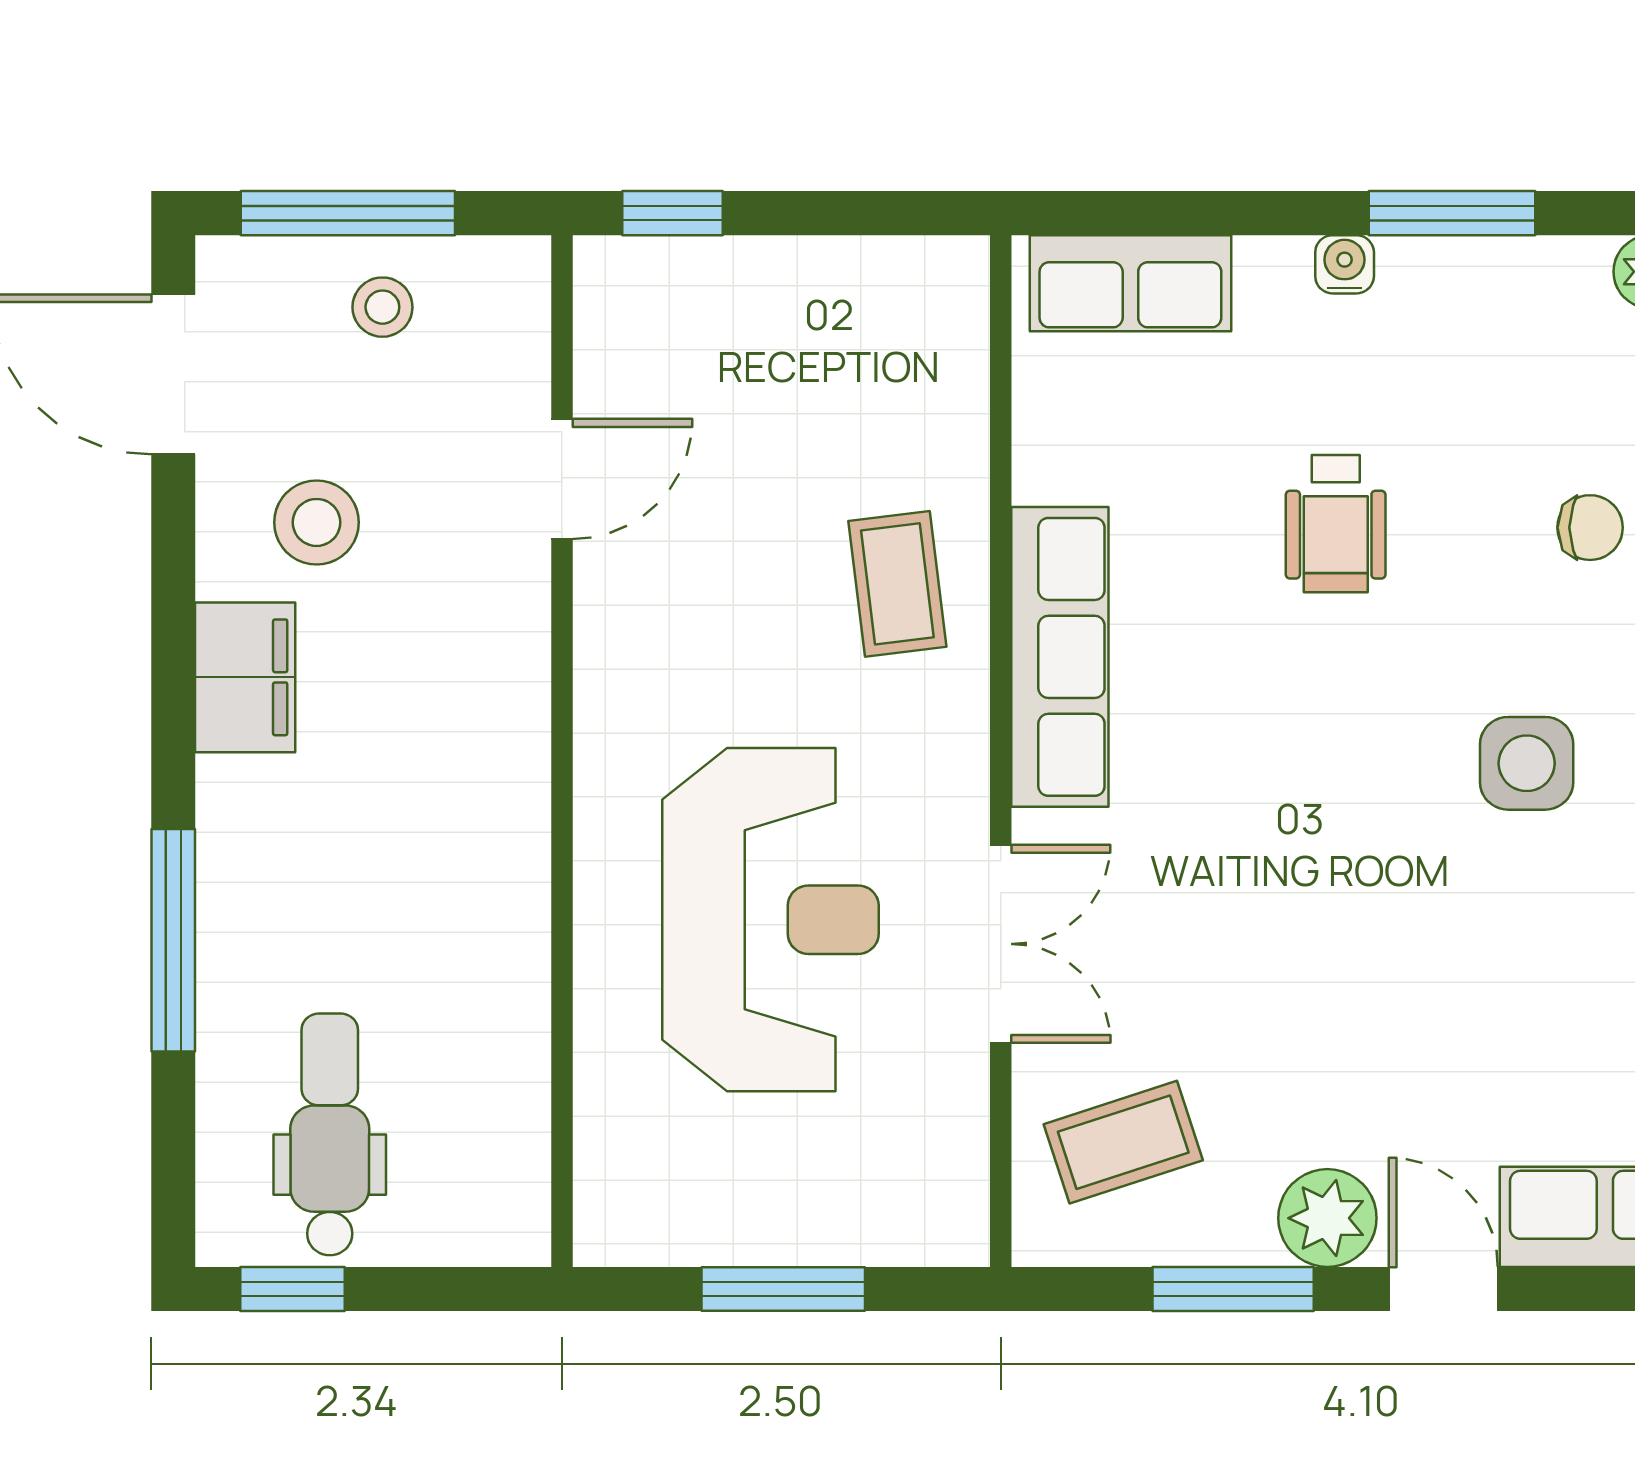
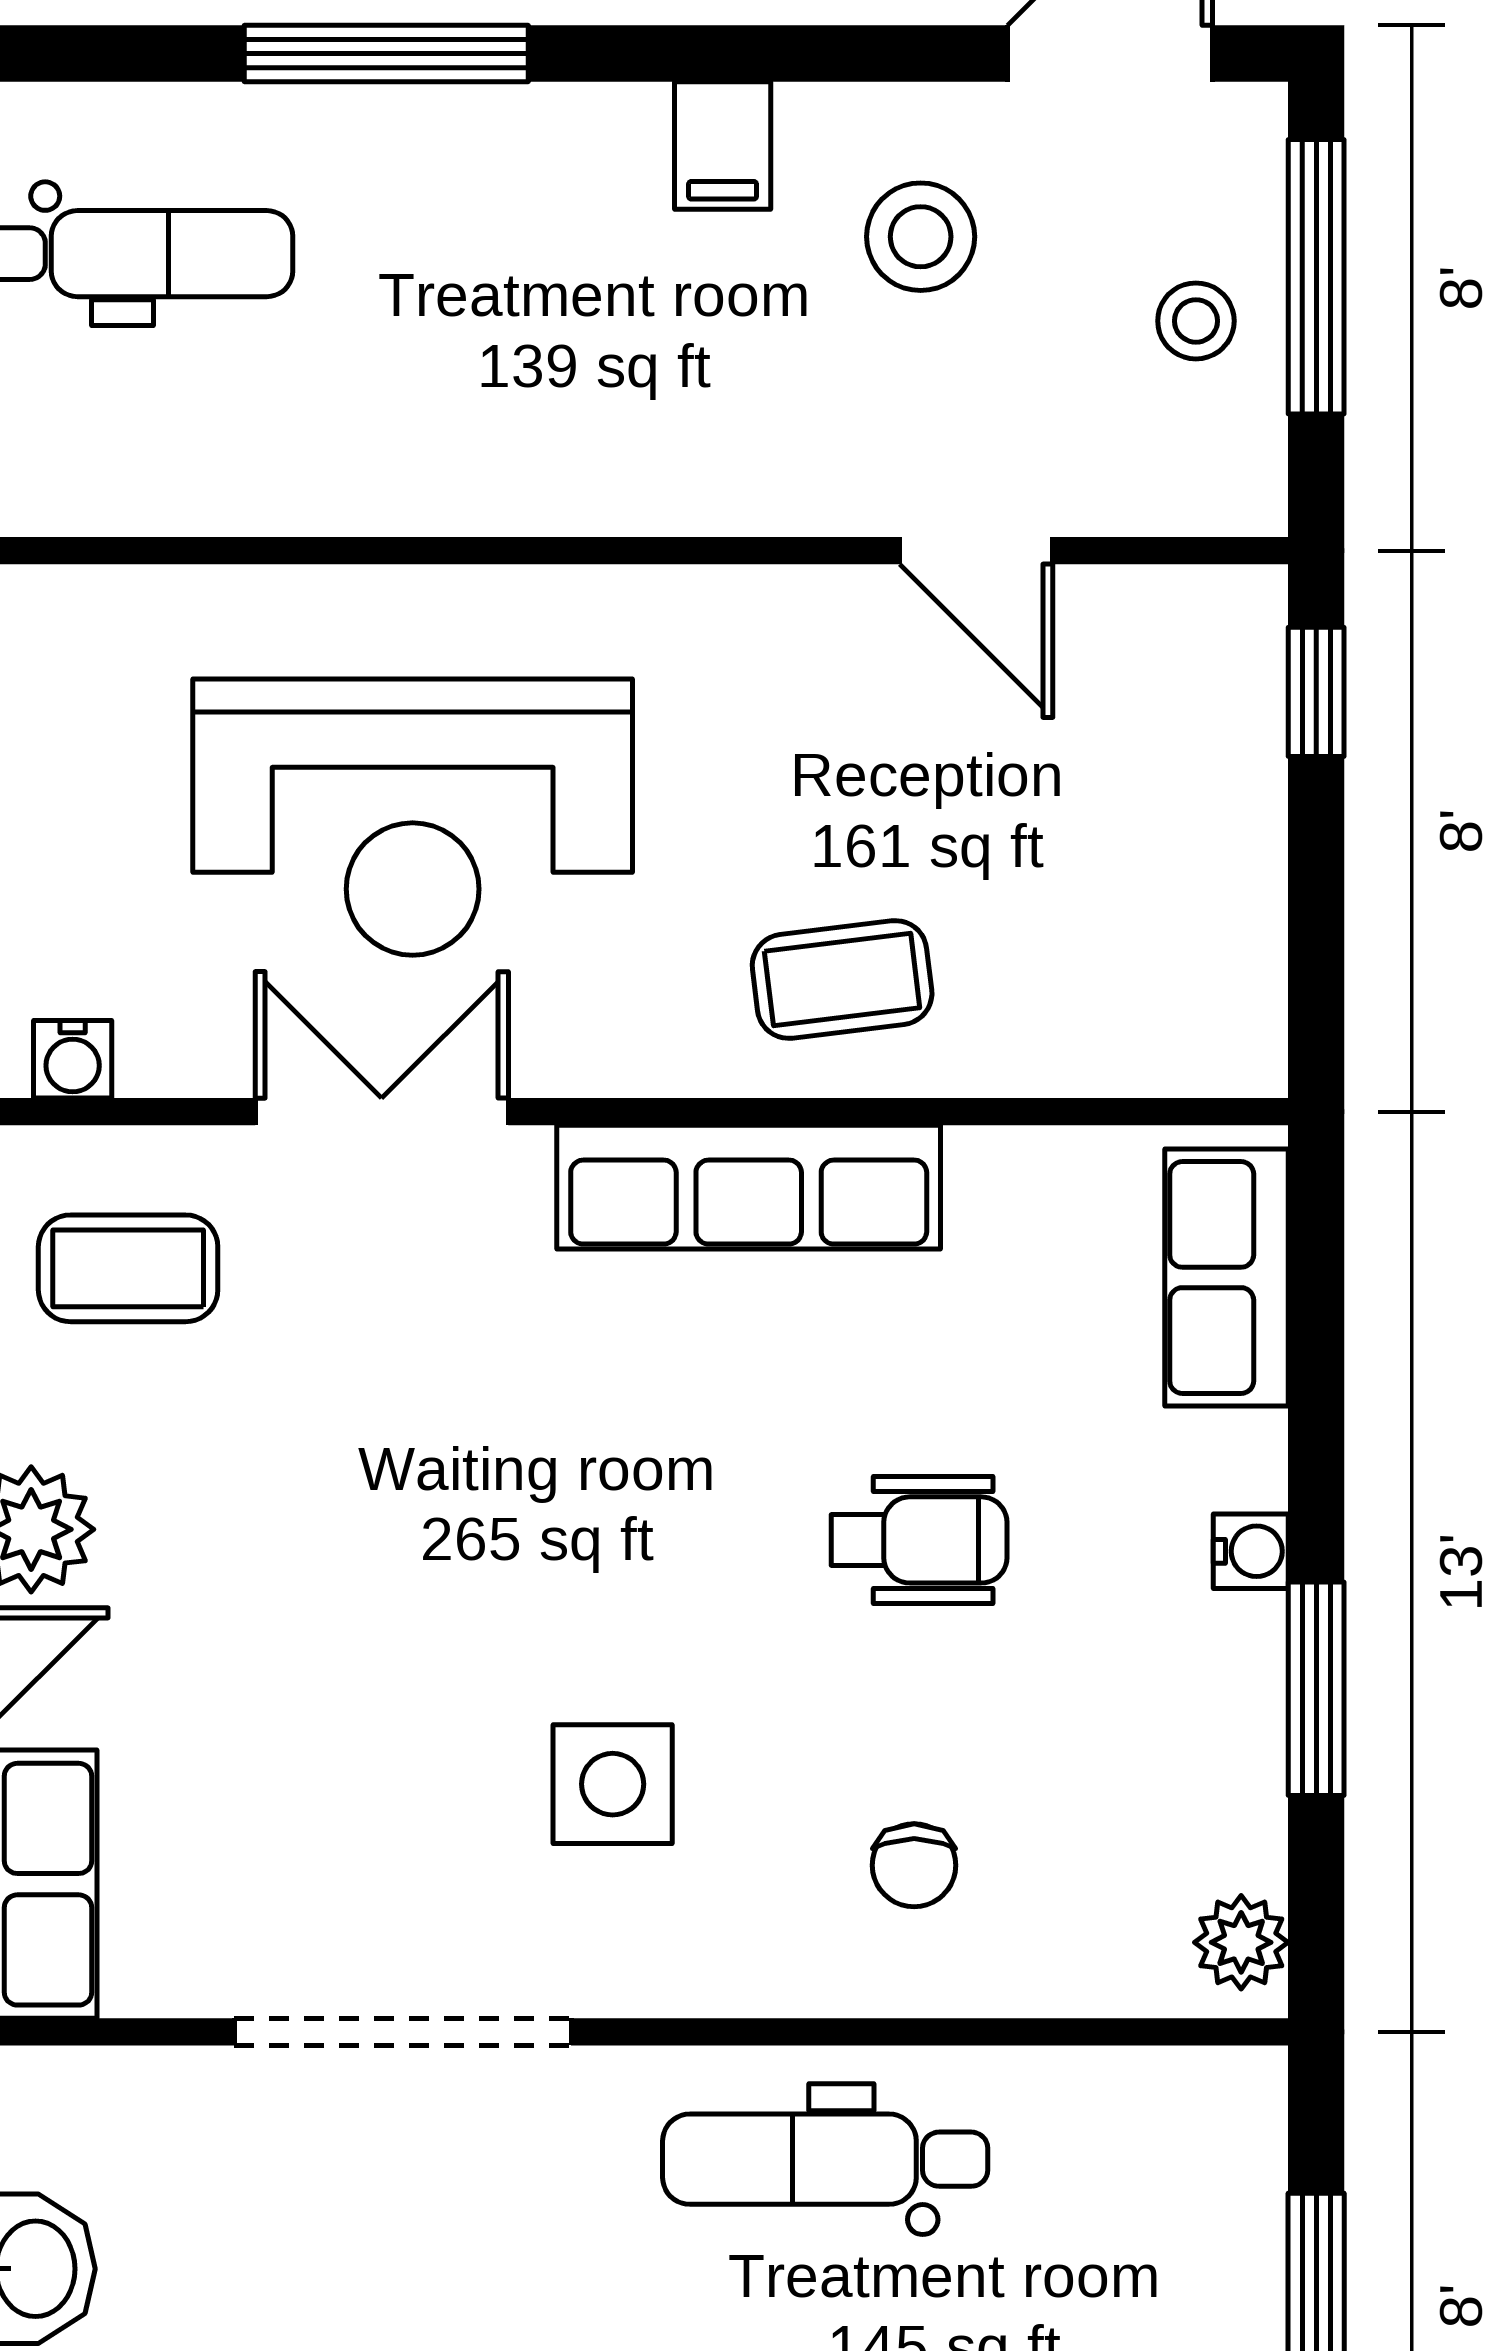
wheelchair: (1336, 524) -> (919, 1540), turned 180
filing cabinet: (245, 677) -> (723, 145), width x0.50
double door: (1001, 944) -> (382, 1112), swing flipped
coffee table: (1123, 1142) -> (128, 1268), turned -72
water cooler: (960, 1186) -> (73, 1059), added

